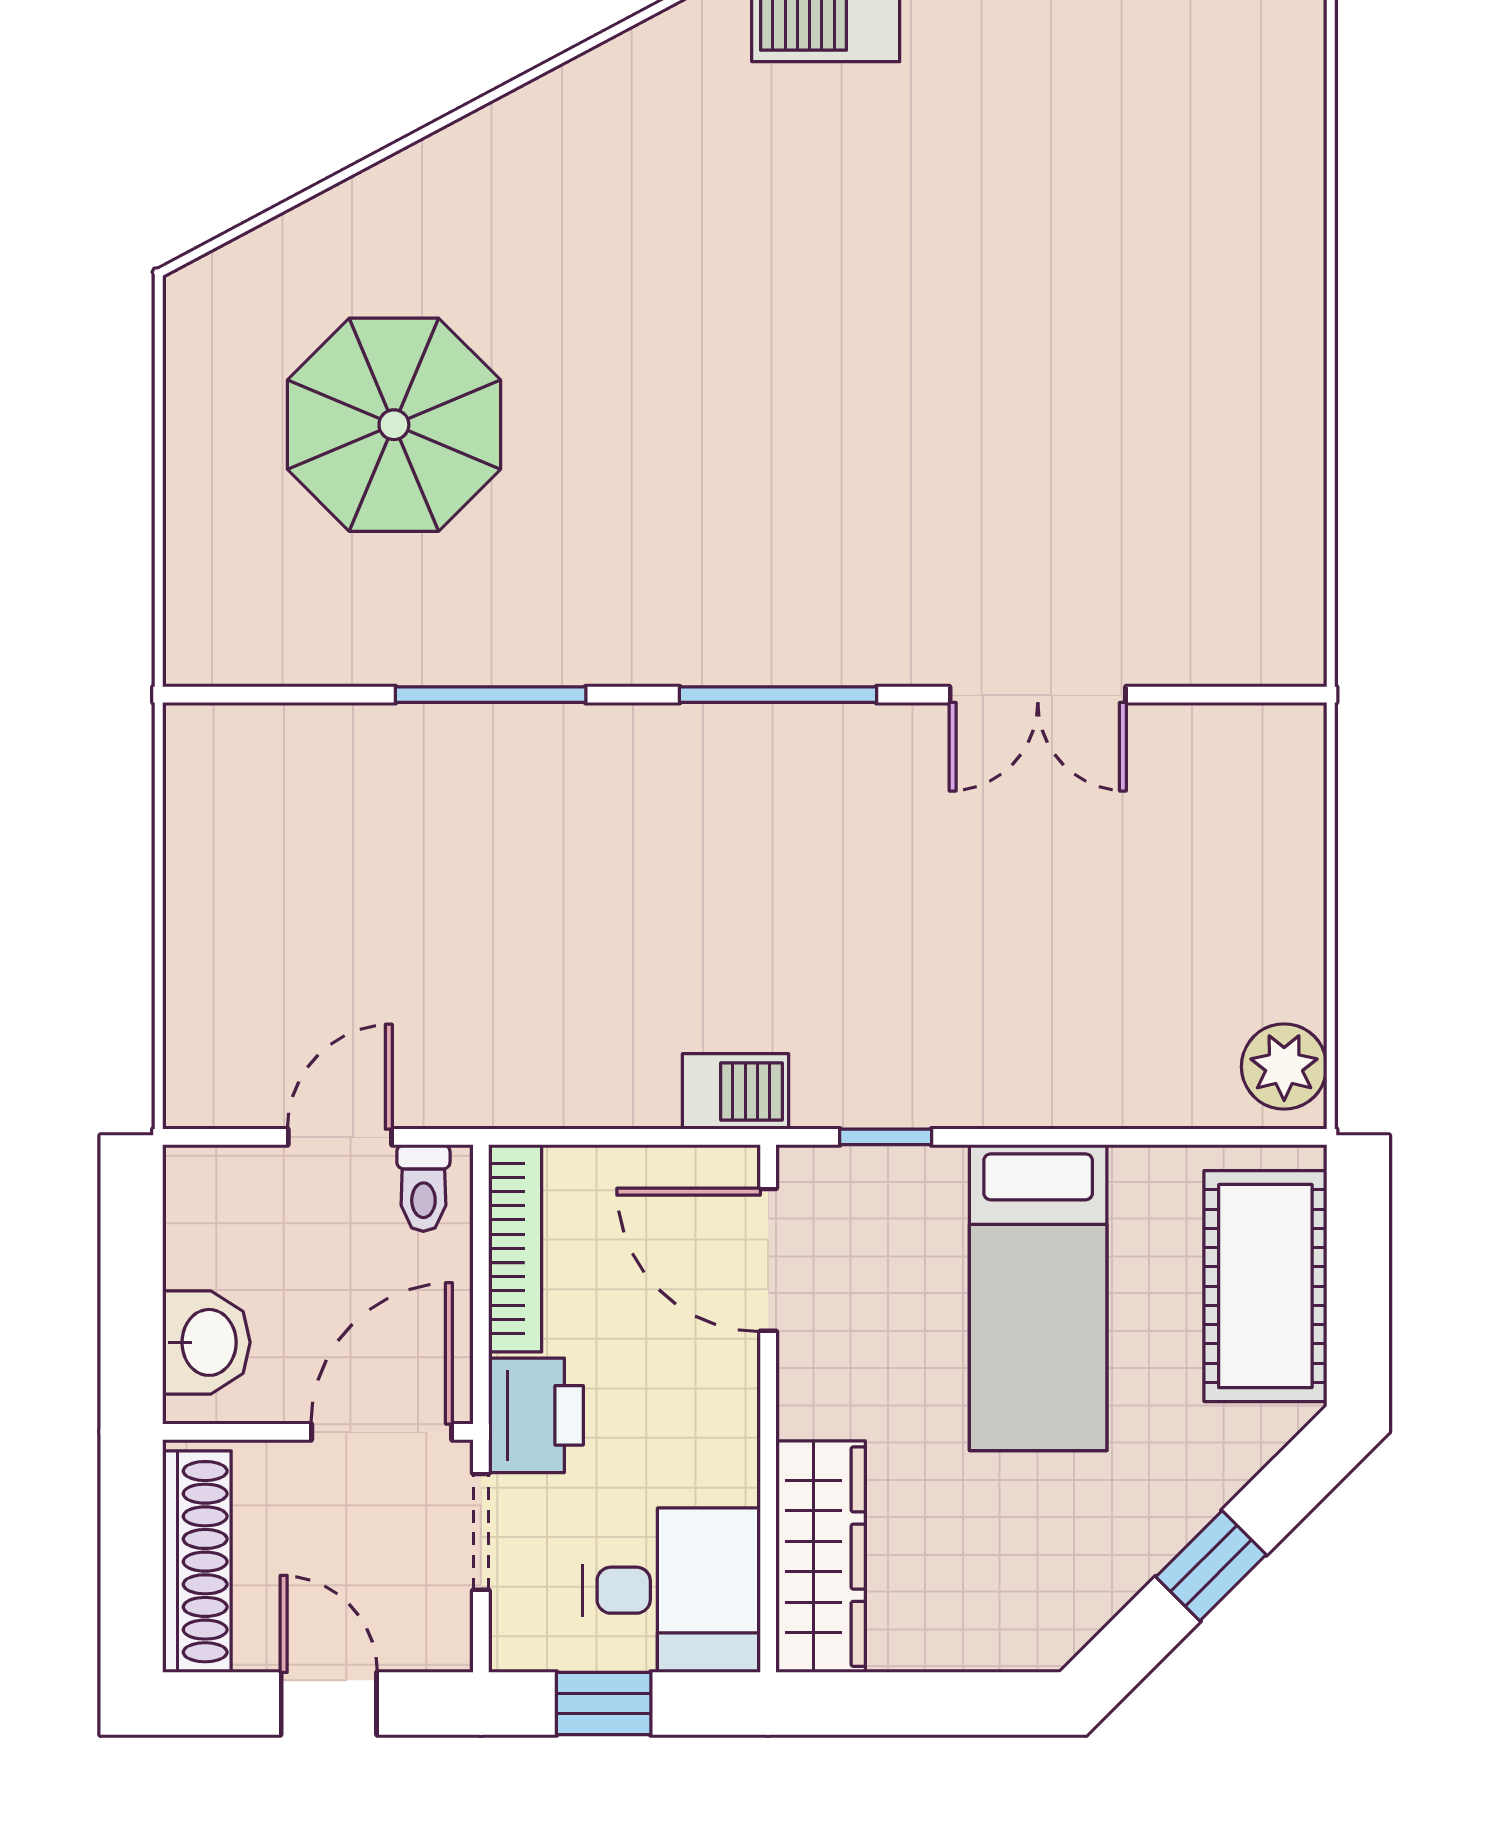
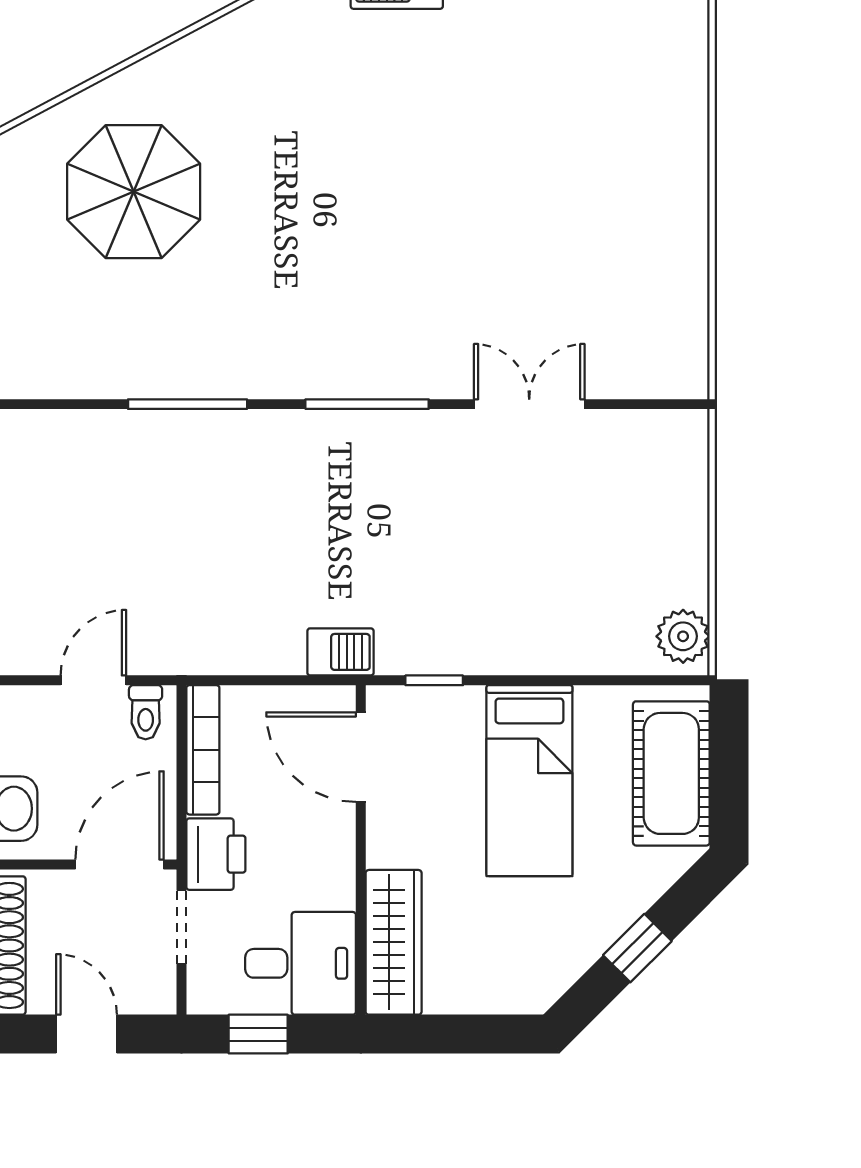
parasol: (394, 425) -> (134, 192), moved
double door: (1038, 695) -> (529, 404), swing flipped

